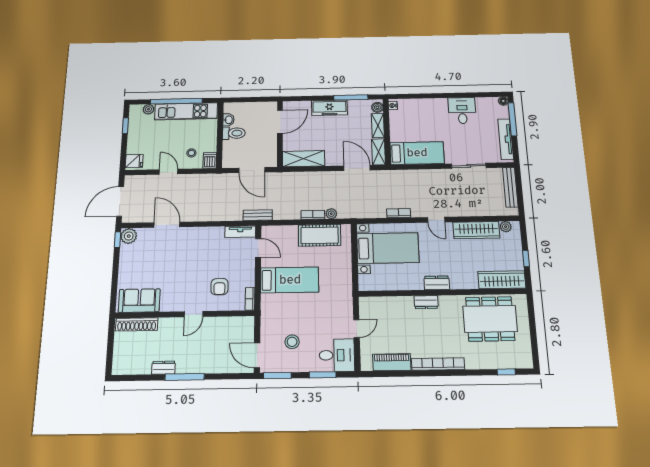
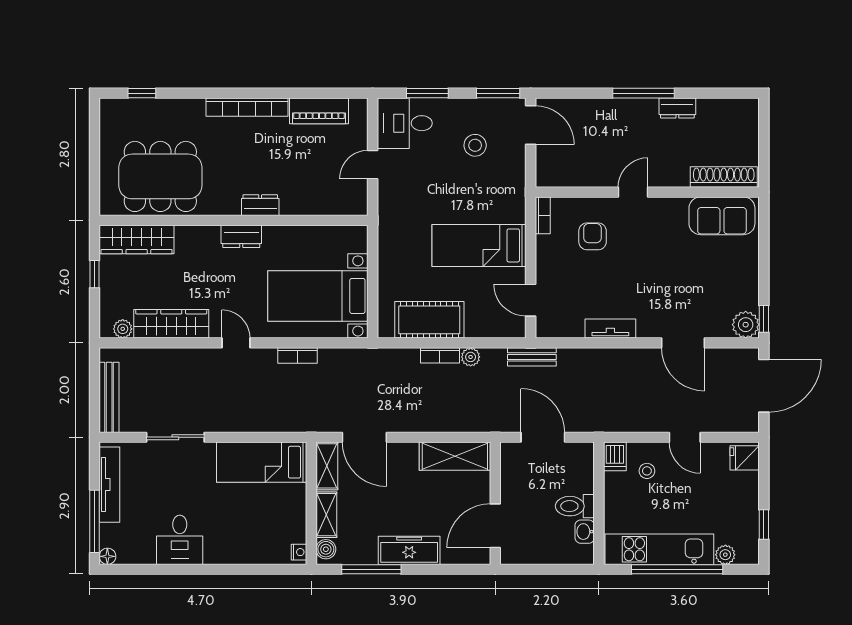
plant: (331, 214) -> (471, 357), moved
tv unit: (240, 232) -> (610, 329), moved

